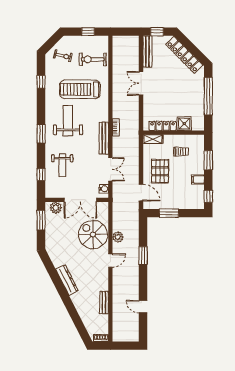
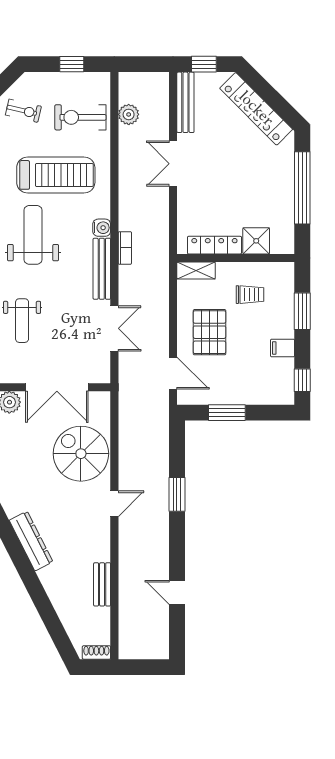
treadmill: (80, 89) -> (56, 175), turned 180
water cooler: (104, 189) -> (102, 228), moved
plant: (118, 237) -> (129, 114), moved

